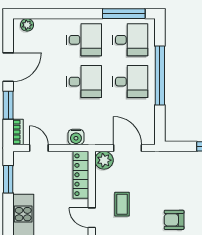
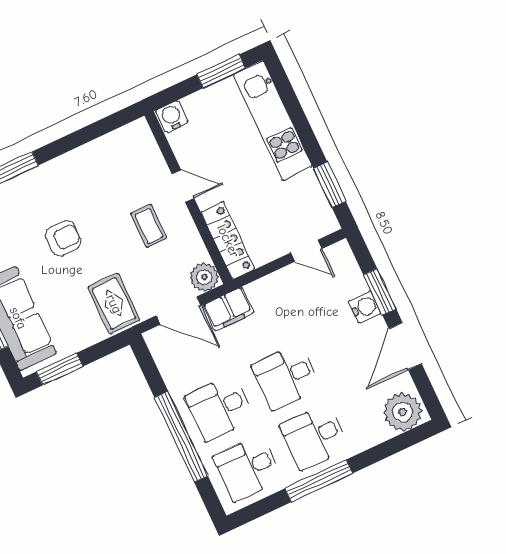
window: (124, 14) -> (319, 481), moved
plant: (27, 25) -> (403, 412), width x1.88, depth x1.88
bookcase: (18, 132) -> (347, 260), removed
filing cabinet: (99, 136) -> (228, 309), added
water cooler: (76, 137) -> (365, 307), moved, turned 90
rug: (163, 169) -> (114, 304), added

